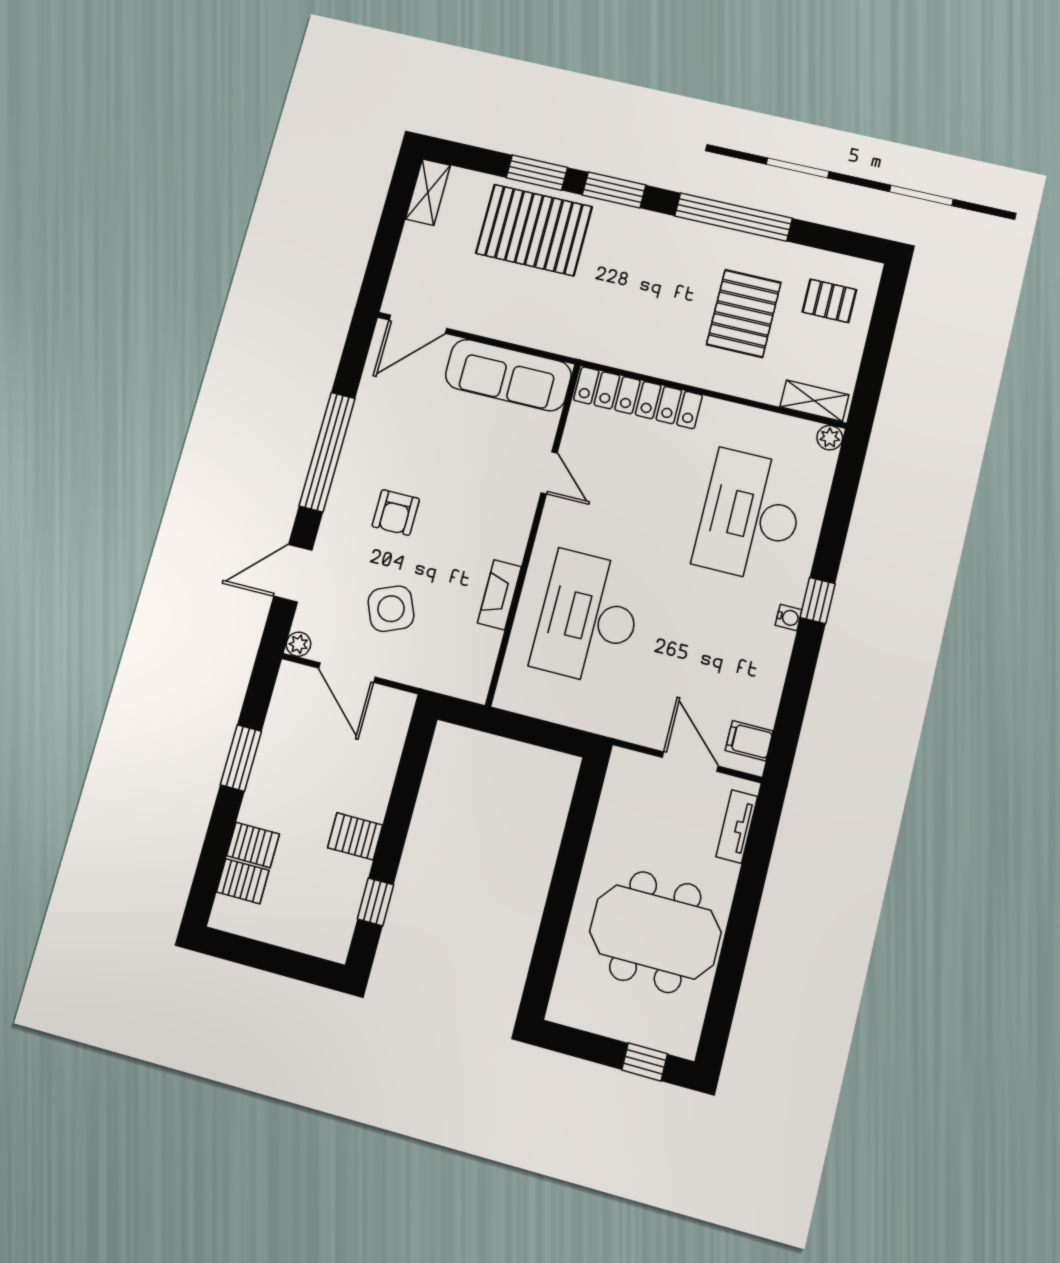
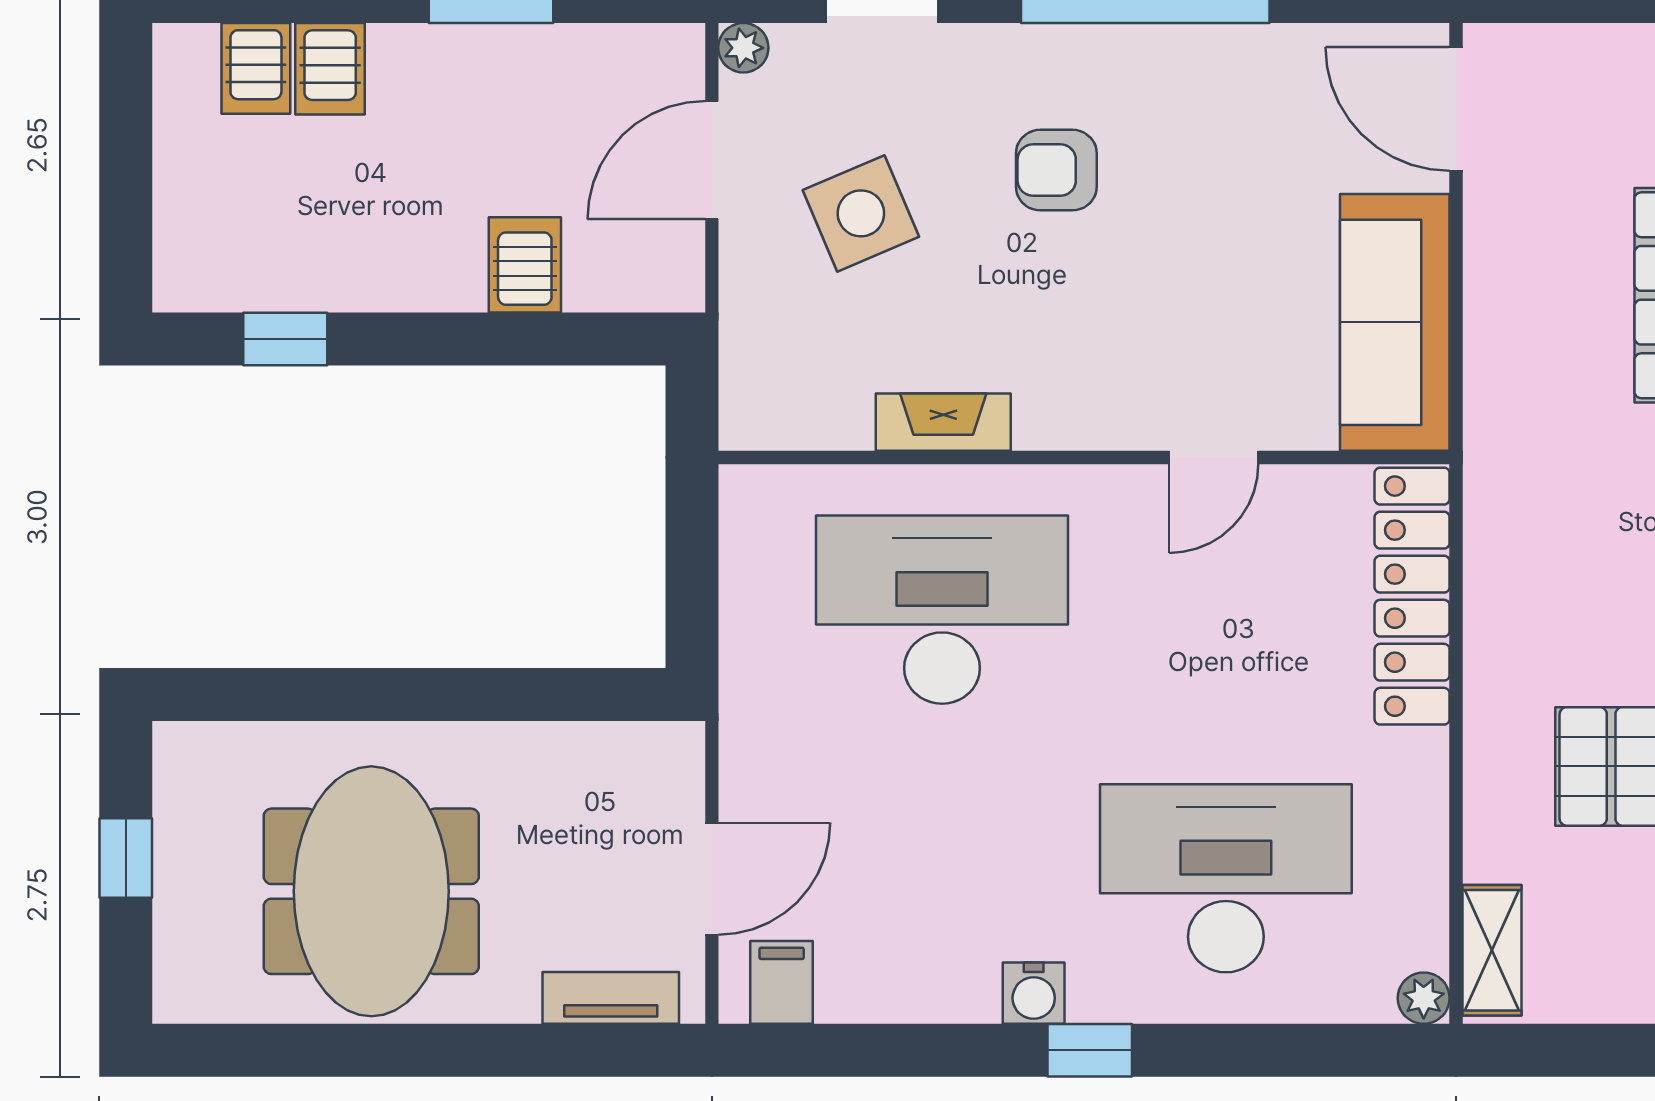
water cooler: (789, 617) -> (1034, 993), width x1.38, depth x1.38
server rack: (355, 836) -> (525, 265), moved
window: (645, 1062) -> (126, 858), moved

